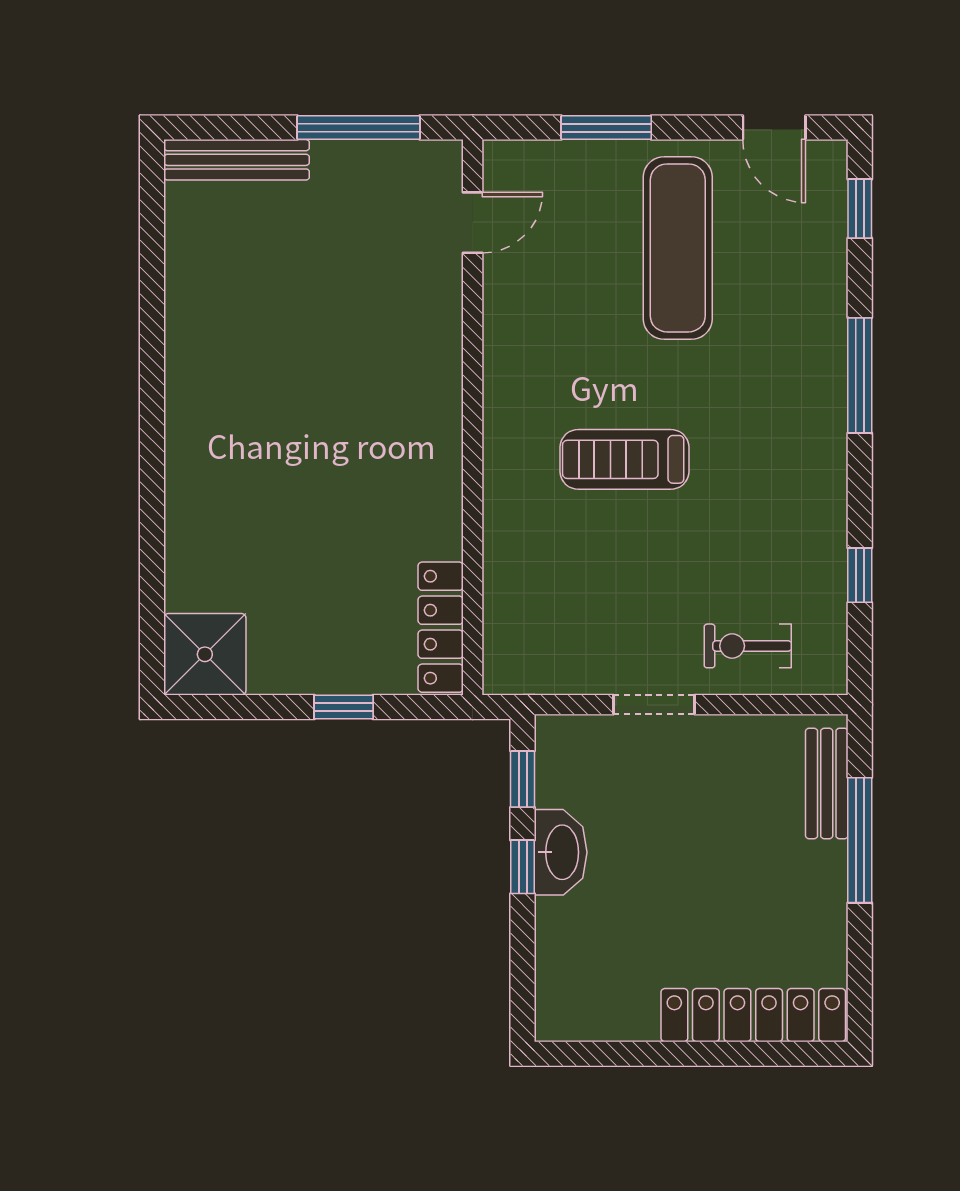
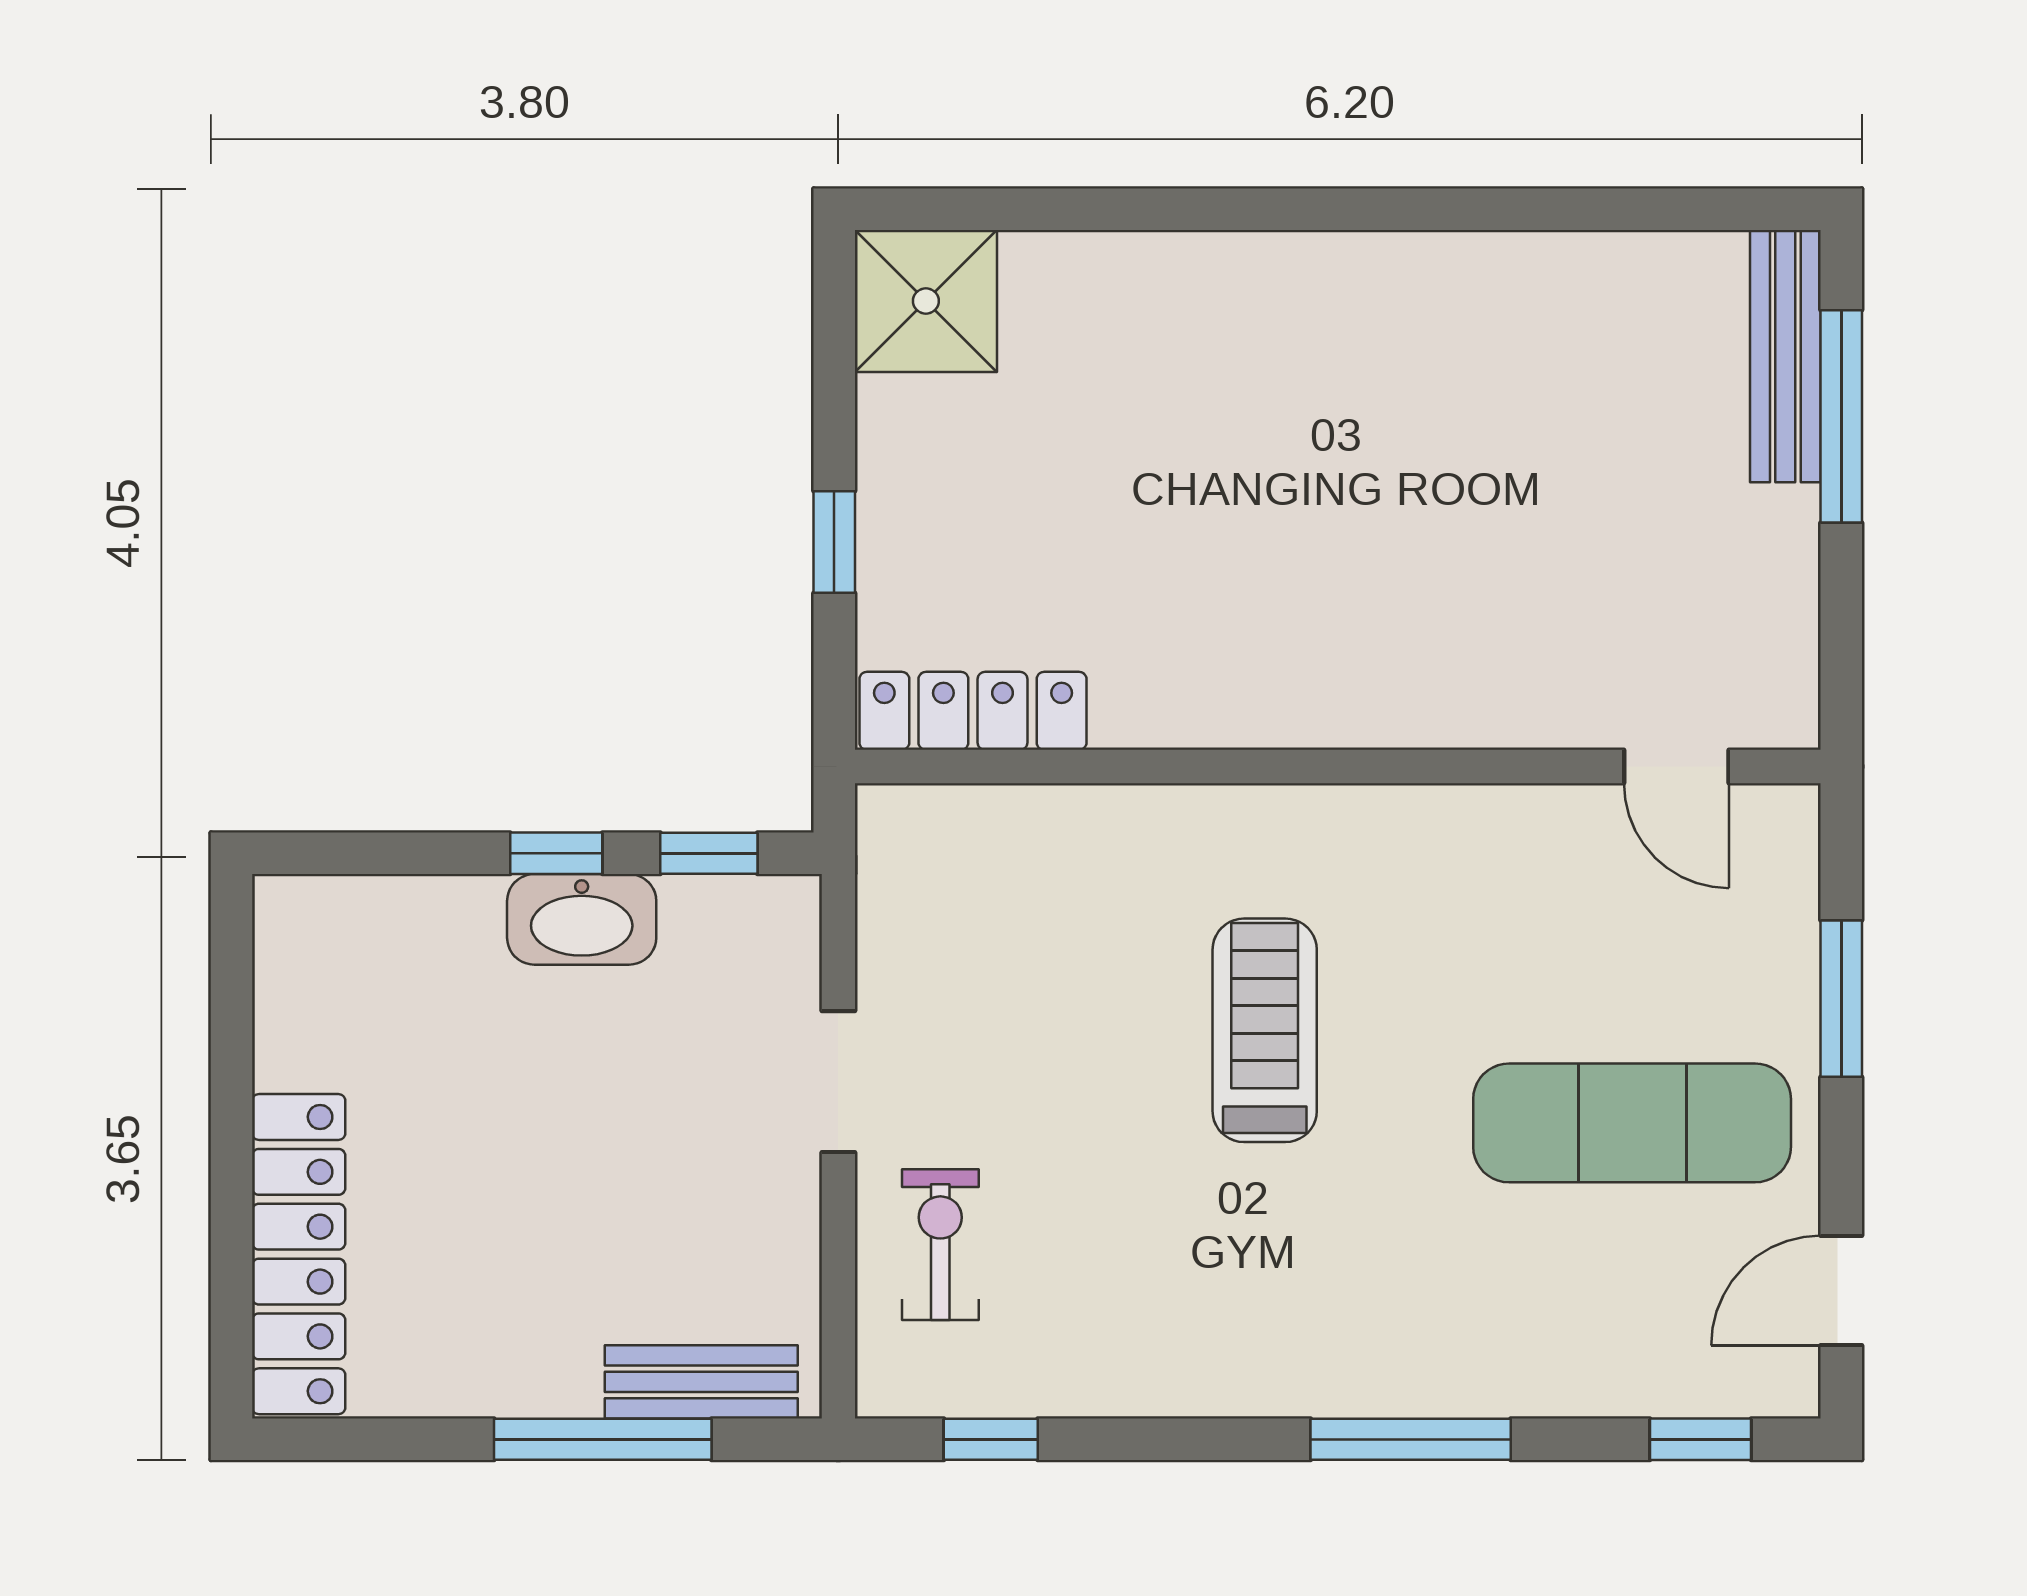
window: (359, 128) -> (1841, 416), moved
window: (860, 575) -> (991, 1439), moved

